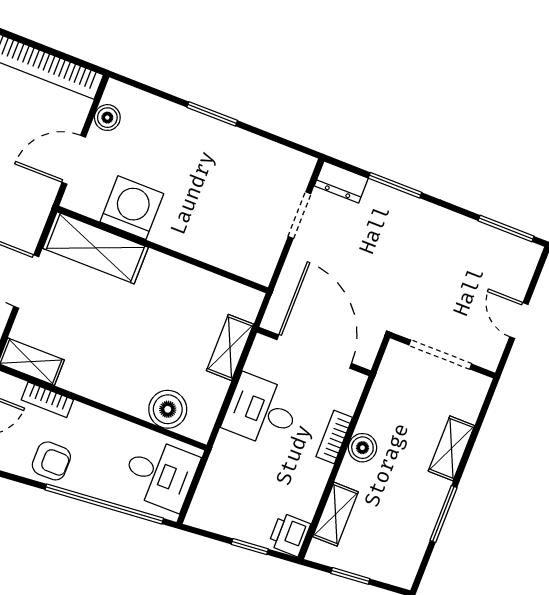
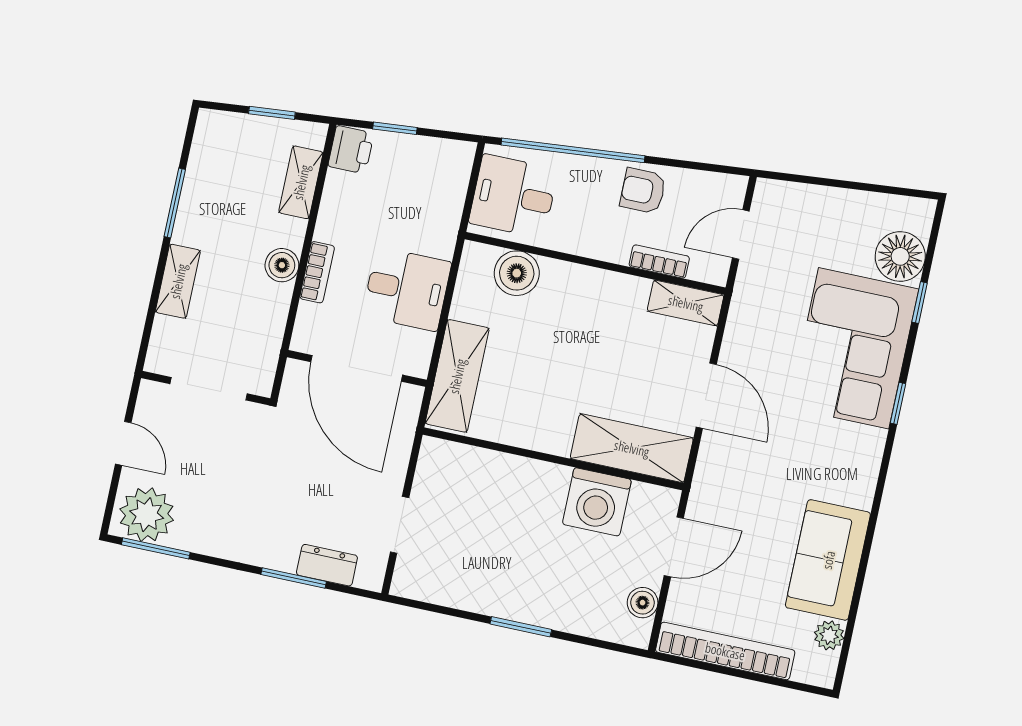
dresser: (341, 182) -> (327, 565), moved
plant: (509, 258) -> (147, 515), added
shelving: (230, 347) -> (457, 376), width x1.50, depth x1.33

